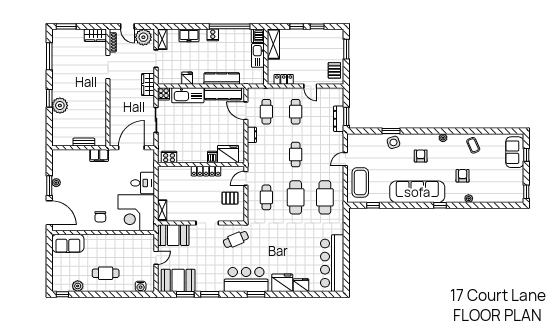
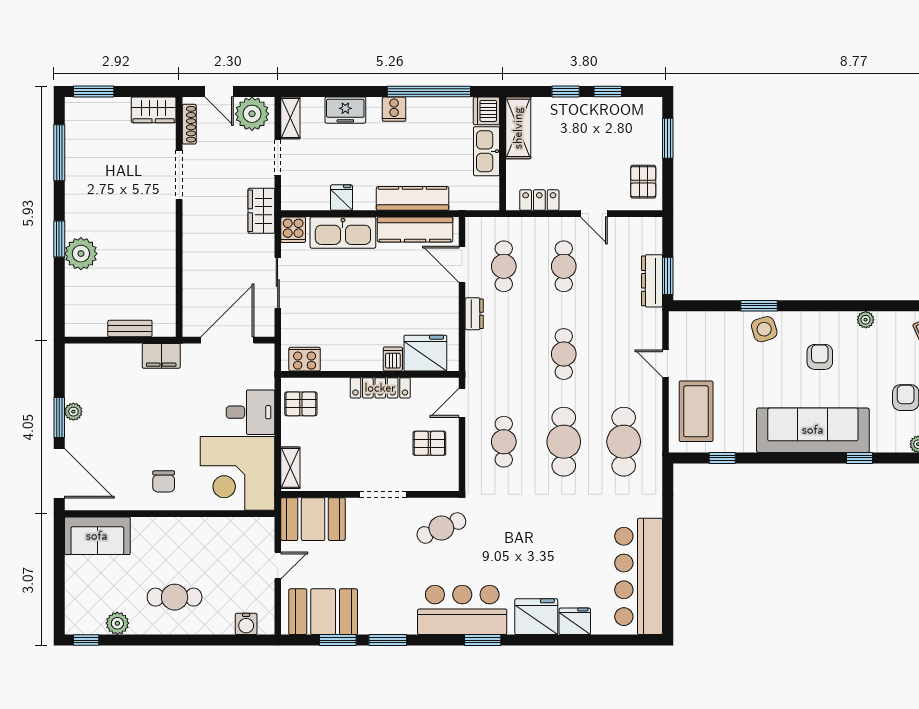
door: (345, 159) -> (666, 363), hinge flipped
pallet: (167, 179) -> (301, 404), added

